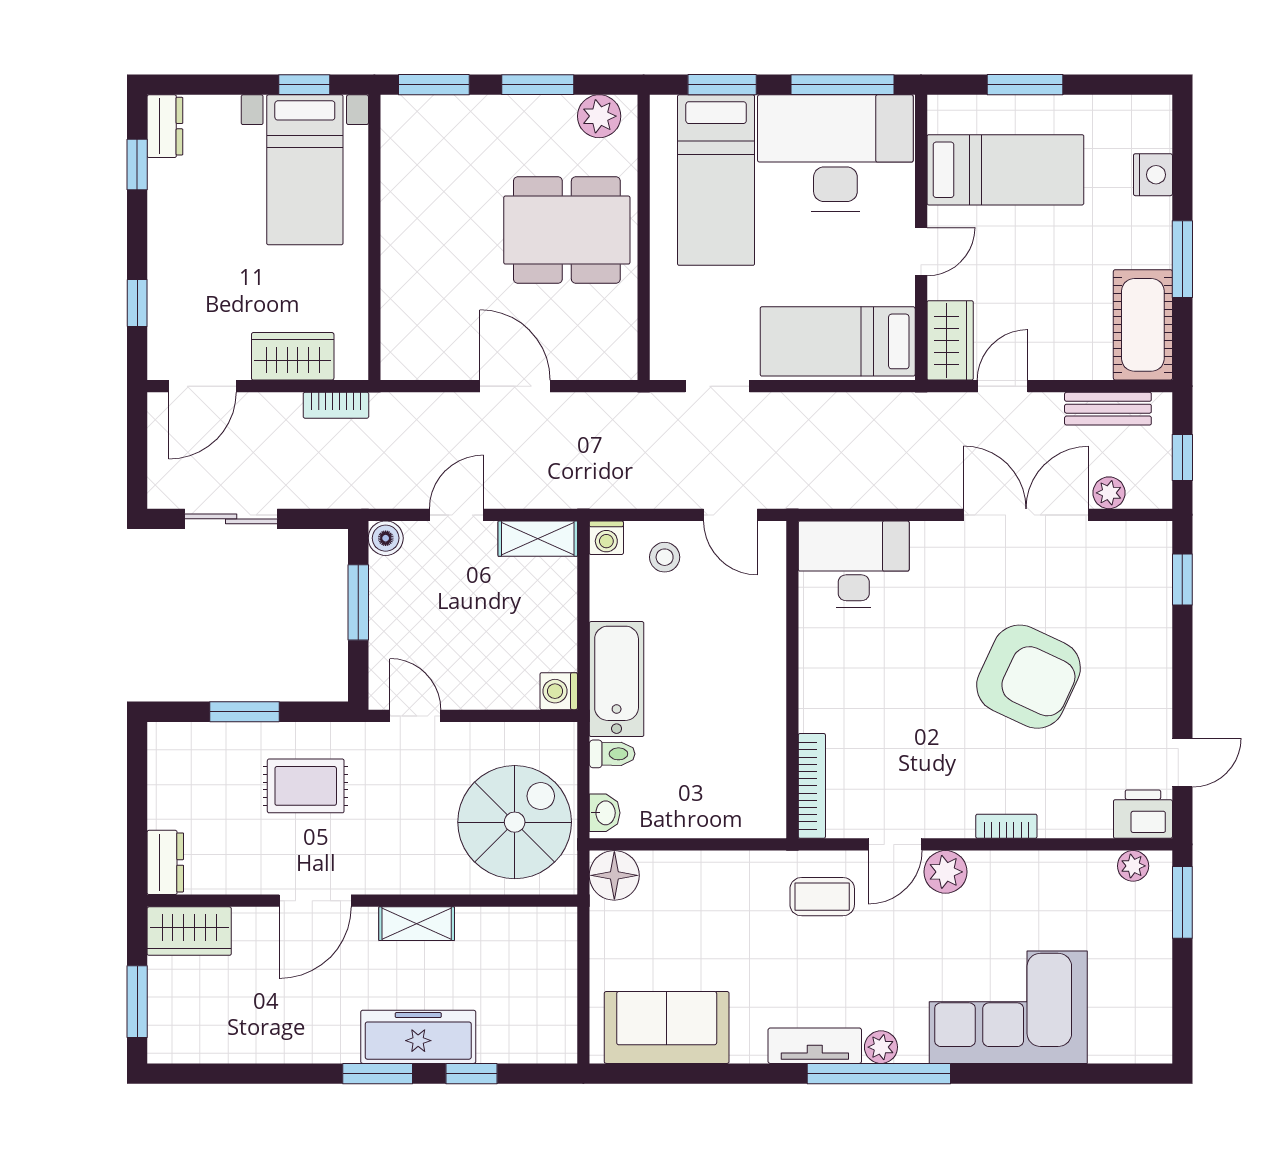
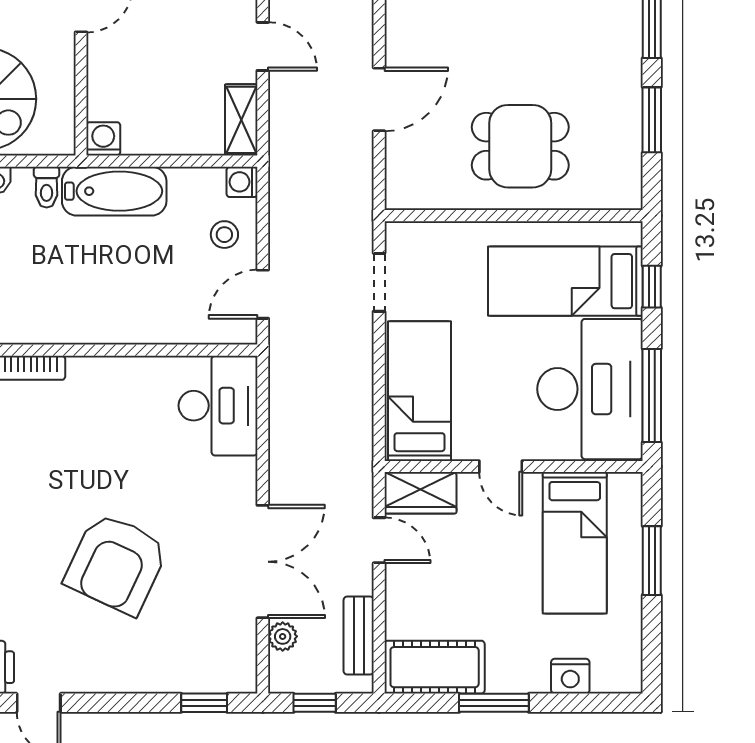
window: (722, 85) -> (652, 287), width x0.67
plant: (599, 116) -> (623, 175), removed
dining table: (567, 230) -> (520, 146), width x0.73

